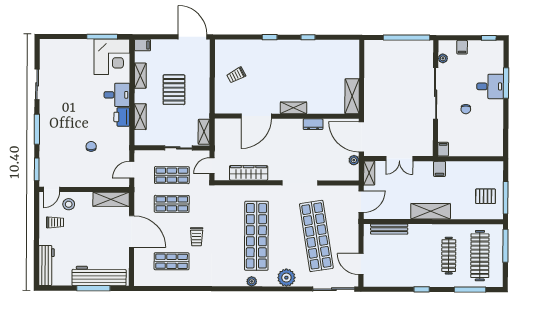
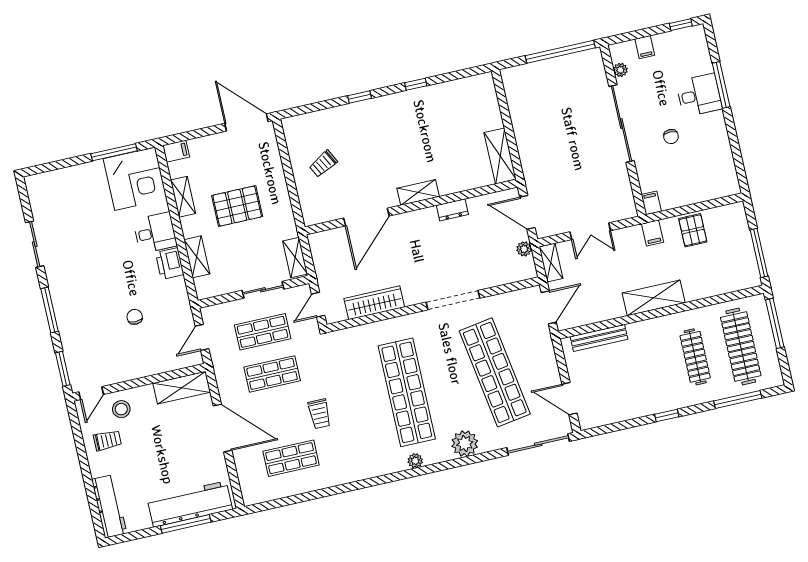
pallet: (174, 90) -> (237, 206), turned 90
door: (361, 137) -> (527, 212), width x0.73
pallet: (486, 196) -> (693, 230), moved, turned 90

